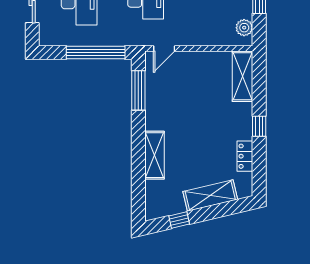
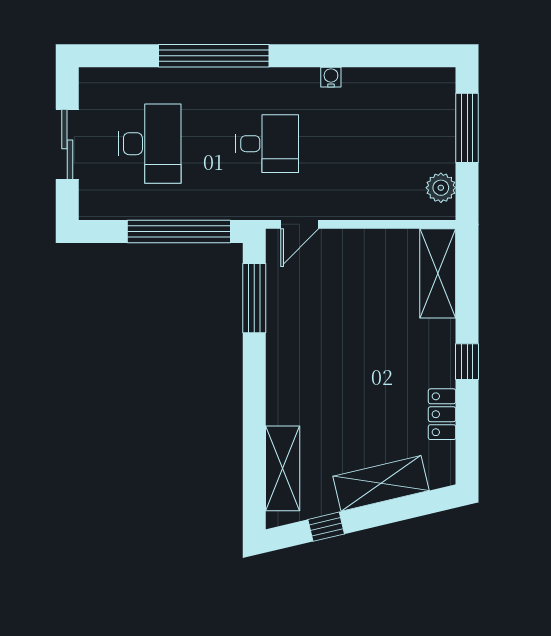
shelving: (154, 155) -> (283, 468), moved

